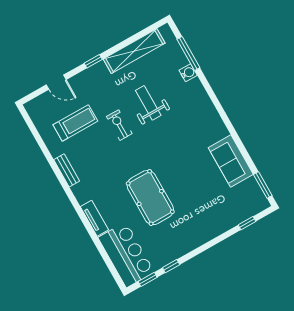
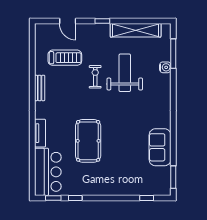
weight bench: (148, 103) -> (125, 73), width x1.36, depth x1.33

